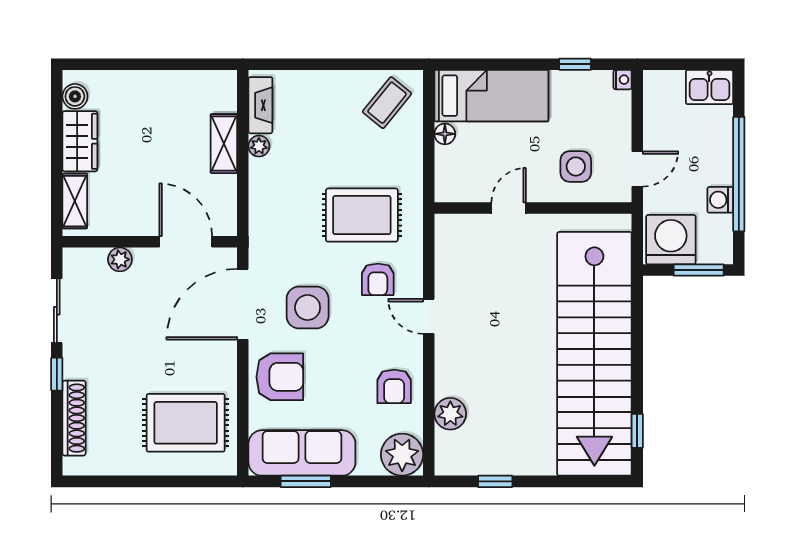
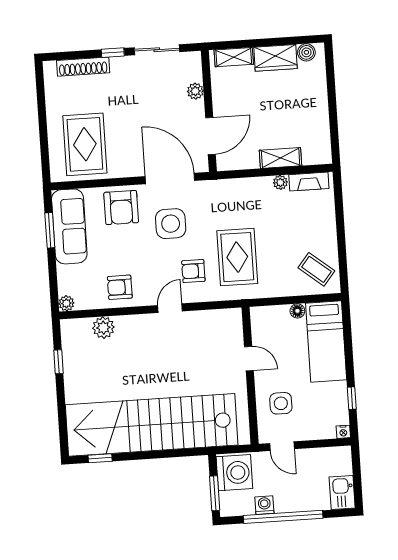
plant: (402, 455) -> (66, 303), width x0.53, depth x0.53

